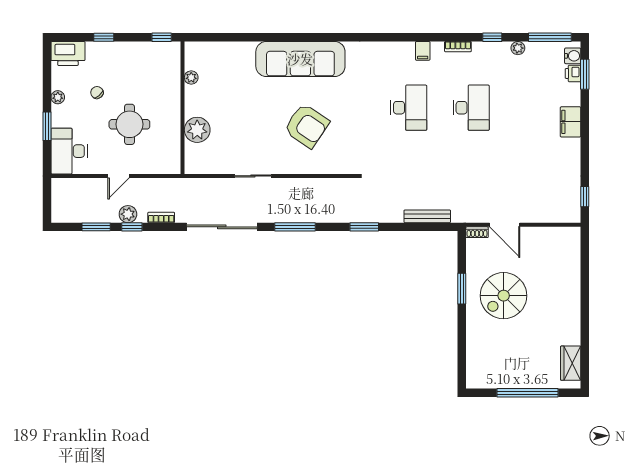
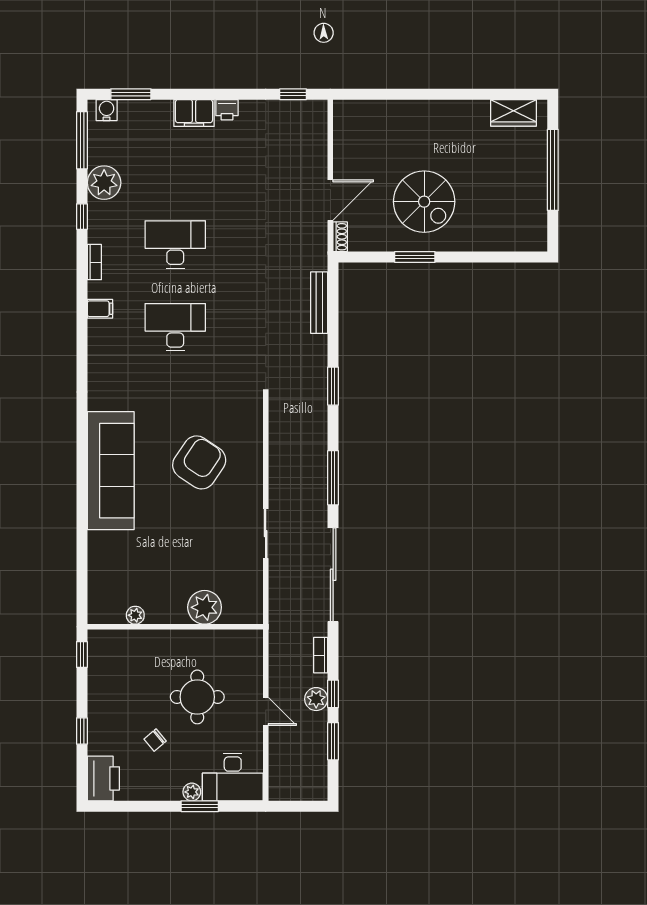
plant: (518, 48) -> (104, 183), width x1.87, depth x1.87
printer: (573, 73) -> (227, 110), moved
plant: (58, 97) -> (192, 792), moved

